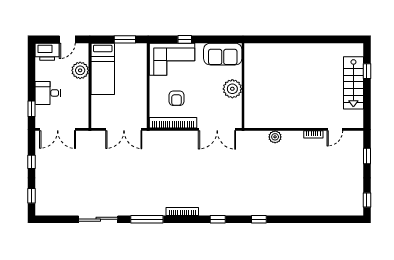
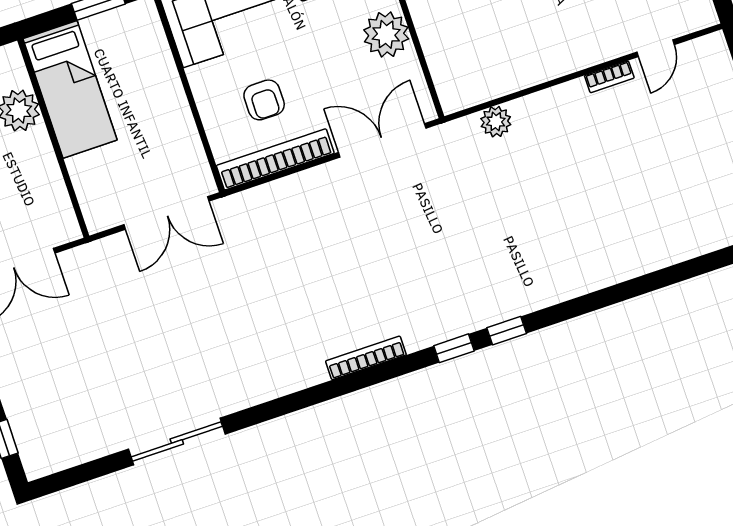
double door: (217, 129) -> (382, 140), swing flipped
plant: (275, 137) -> (496, 122), moved
window: (147, 219) -> (290, 404), removed
window: (259, 219) -> (507, 331), moved

